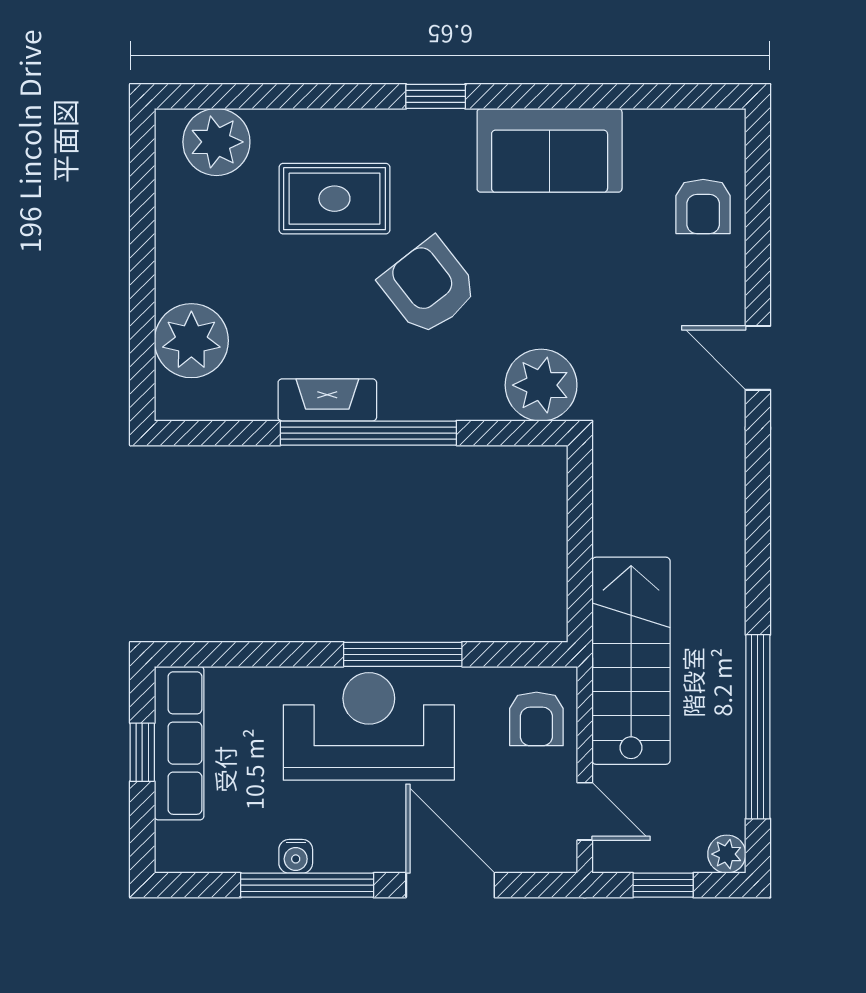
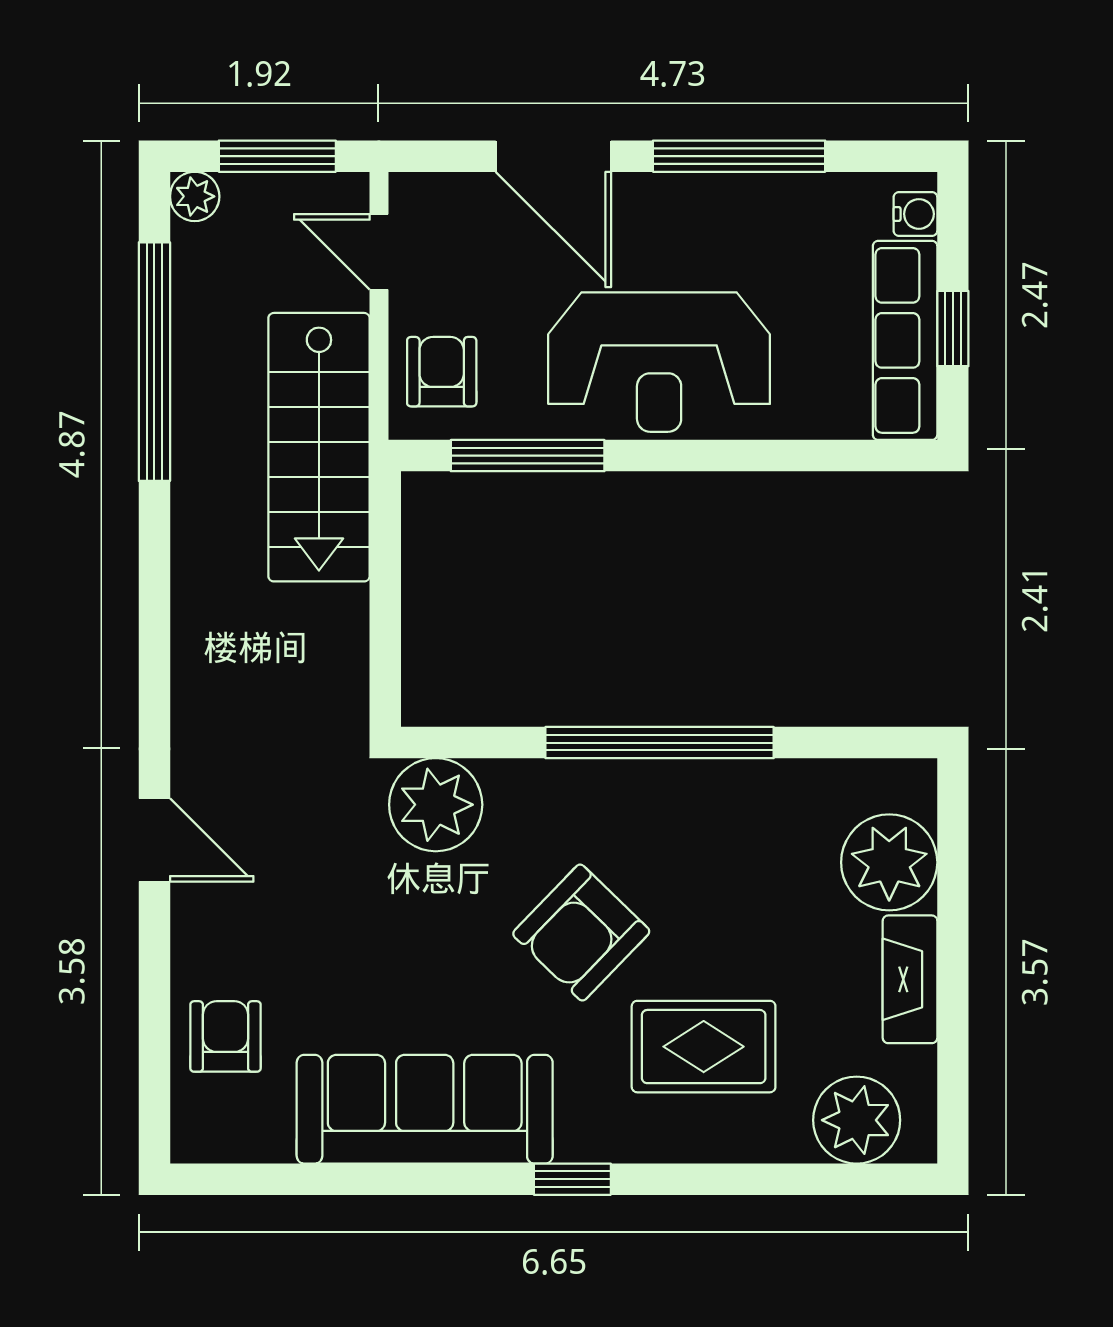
sofa: (550, 150) -> (425, 1109), width x1.36
armchair: (429, 287) -> (581, 933), turned 82
fireplace: (327, 400) -> (910, 979), moved, turned 90
window: (403, 654) -> (528, 456), moved
water cooler: (296, 856) -> (915, 214), moved, turned 90
window: (663, 885) -> (277, 156), width x1.50

